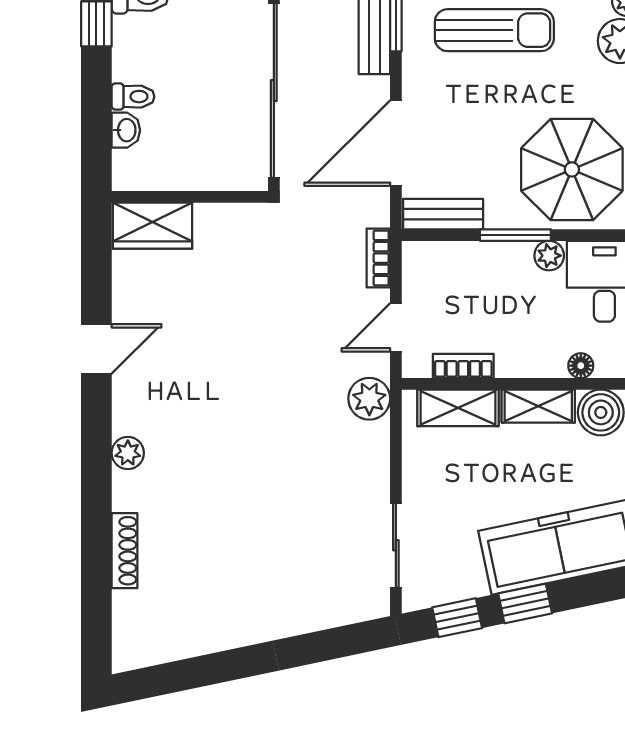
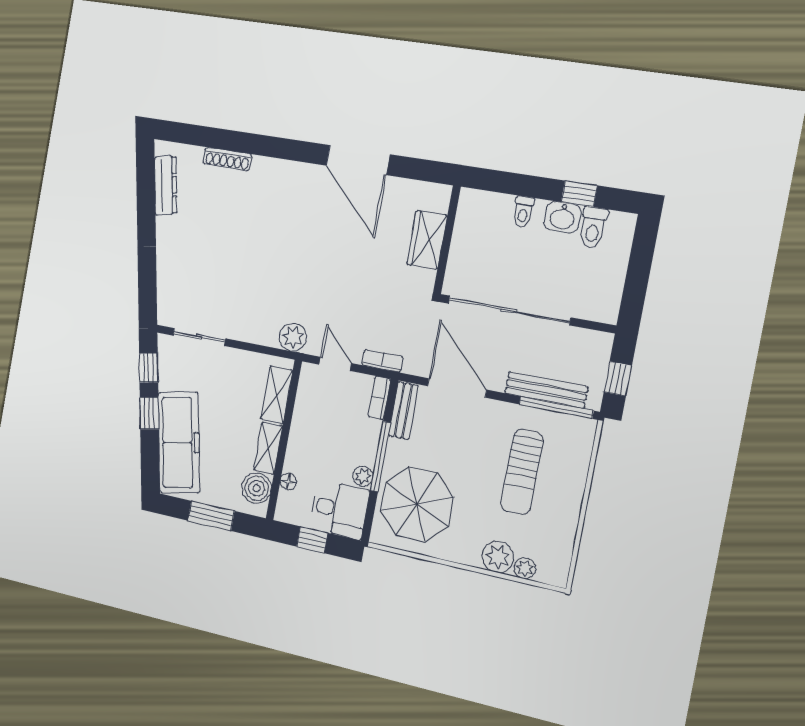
washbasin: (126, 130) -> (562, 217), moved, width x1.38, depth x1.45
wardrobe: (153, 226) -> (427, 240), moved
window: (515, 235) -> (380, 456), width x1.44
door: (96, 349) -> (358, 160), width x1.87
bookcase: (463, 366) -> (379, 398), moved, turned 180
plant: (128, 453) -> (288, 171), removed
dresser: (179, 642) -> (166, 185), added

